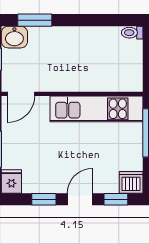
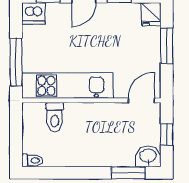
toilet: (109, 77) -> (55, 117), added

